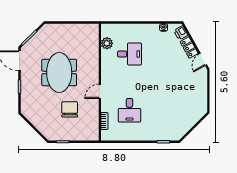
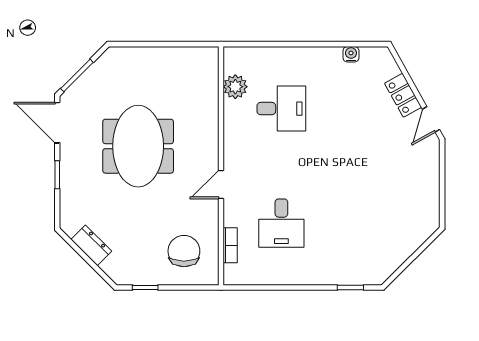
printer: (181, 33) -> (386, 65), removed
chair: (70, 109) -> (184, 251), moved
dresser: (36, 121) -> (91, 245), added

